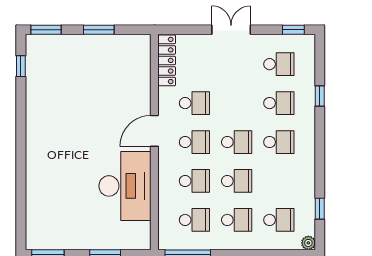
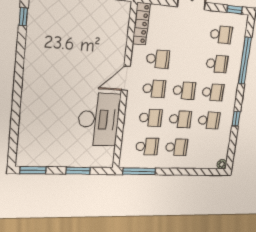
window: (320, 96) -> (245, 61), width x3.17
window: (320, 209) -> (236, 119), moved
school desk: (279, 220) -> (209, 120), moved

